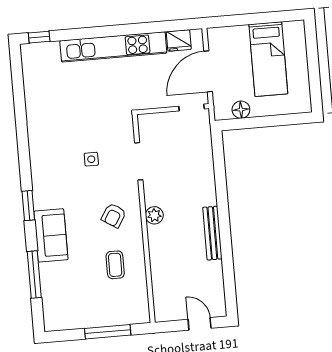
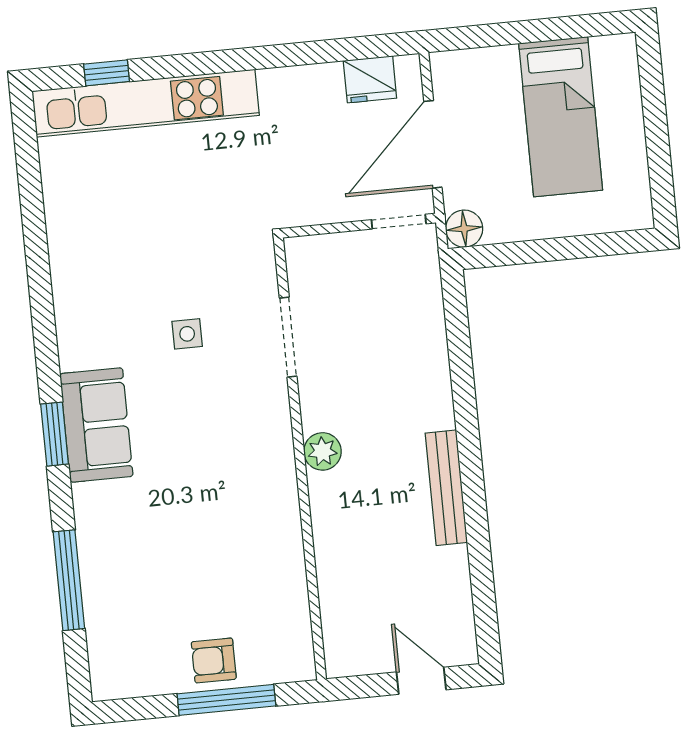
window: (39, 37) -> (107, 73), moved
kitchen unit: (113, 47) -> (146, 103), moved
floor lamp: (241, 110) -> (464, 229), moved
armchair: (114, 215) -> (214, 660), moved, turned 58
sofa: (51, 235) -> (96, 425), moved
coffee table: (115, 265) -> (240, 558), removed

